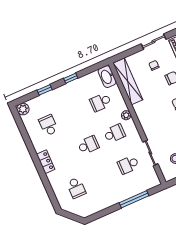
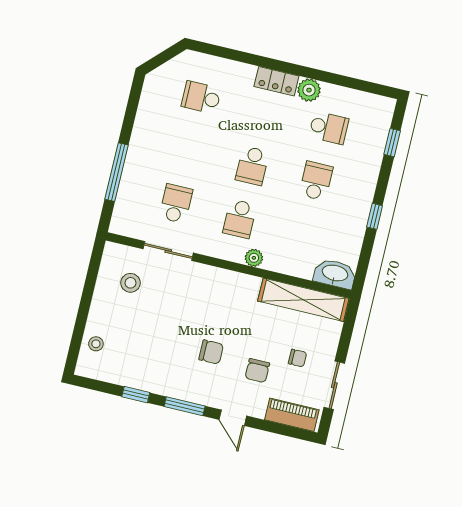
window: (45, 90) -> (392, 143), moved
school desk: (101, 102) -> (316, 181), moved
plant: (23, 109) -> (309, 90), moved

